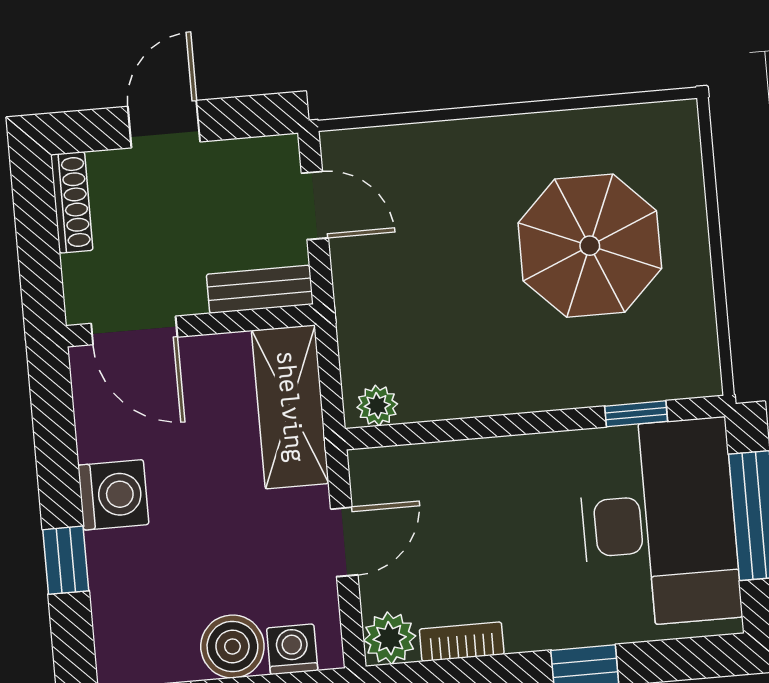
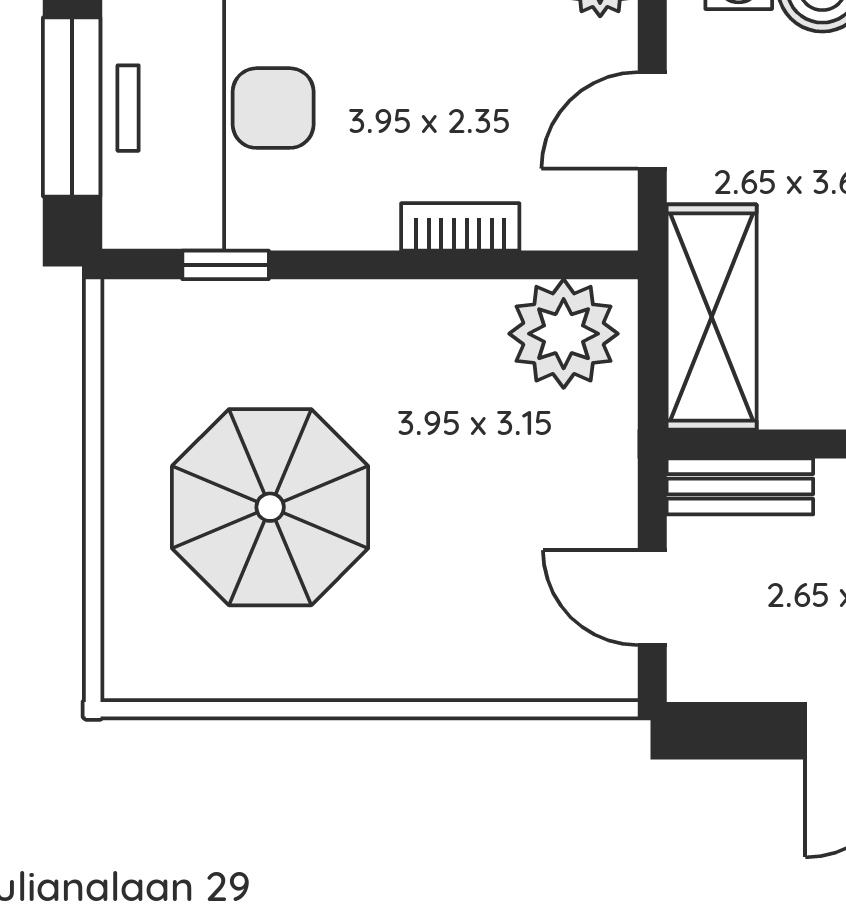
plant: (377, 406) -> (564, 334), width x1.87, depth x1.87
bookcase: (473, 455) -> (460, 227), added

